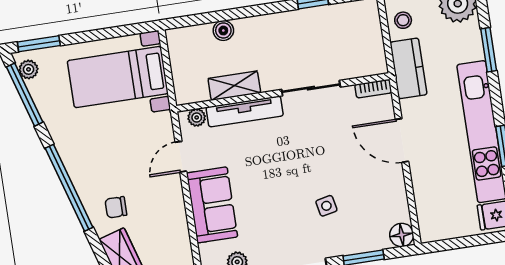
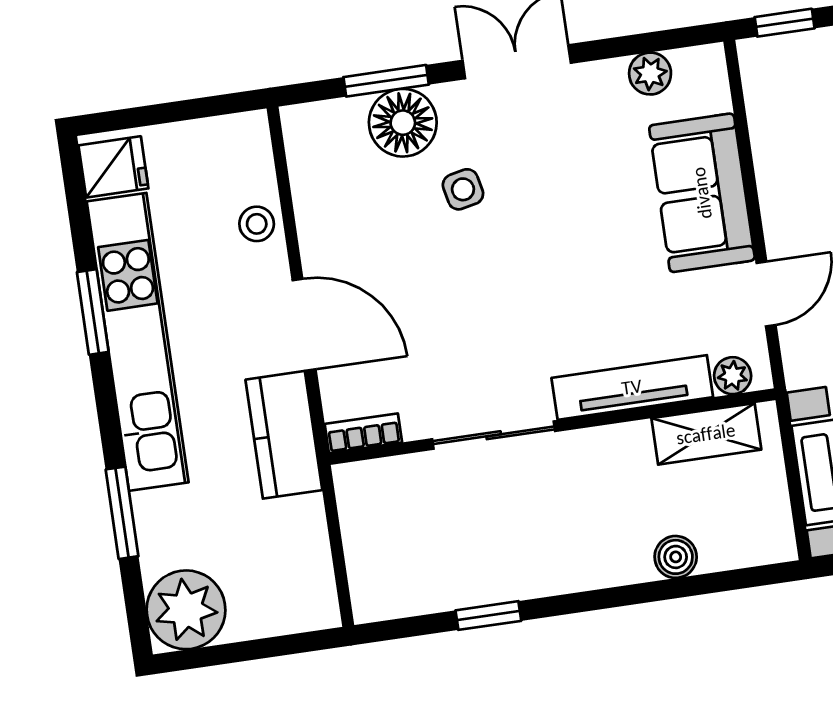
stool: (403, 20) -> (257, 224), moved
kitchen counter: (408, 68) -> (284, 435), moved
shelving: (234, 86) -> (706, 434), moved
floor lamp: (402, 235) -> (403, 123), moved, width x1.38, depth x1.38

